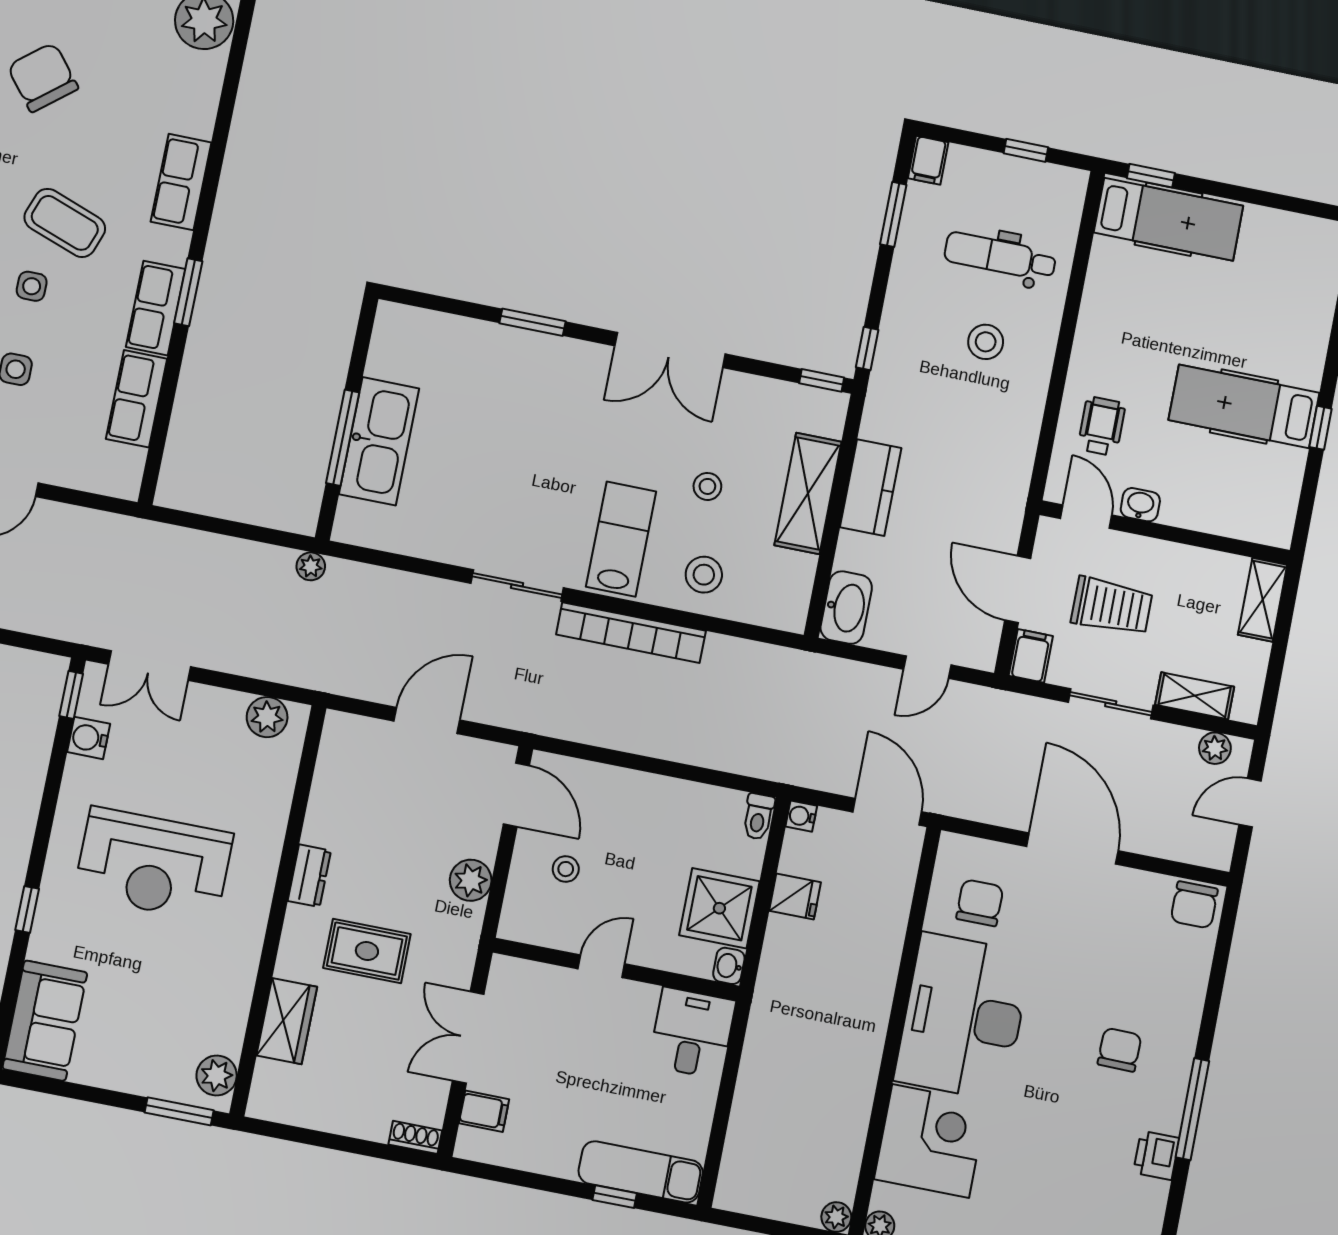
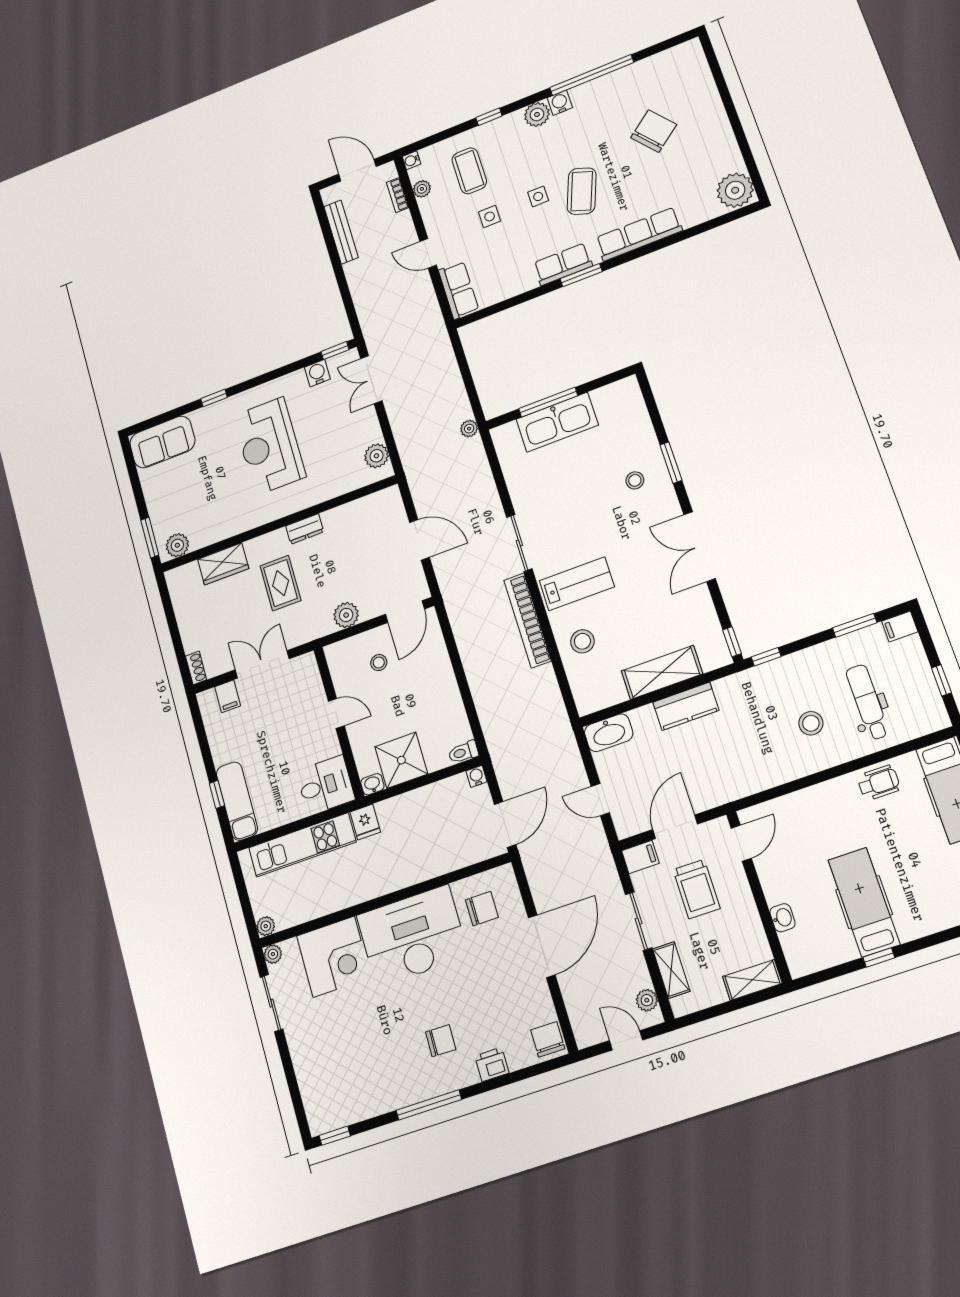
row of seats: (181, 182) -> (639, 234), width x1.48
row of seats: (136, 399) -> (459, 290), moved, turned 90
wheelchair: (1102, 426) -> (879, 783), moved
stool: (707, 486) -> (635, 480), moved
washbasin: (1140, 505) -> (782, 918), moved
fridge: (795, 896) -> (365, 822), moved
chair: (1194, 905) -> (548, 1039), turned 90
kitchen unit: (755, 1108) -> (302, 845), added
printer: (1156, 1155) -> (492, 1064), moved

